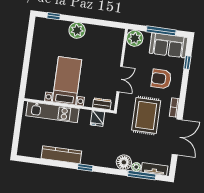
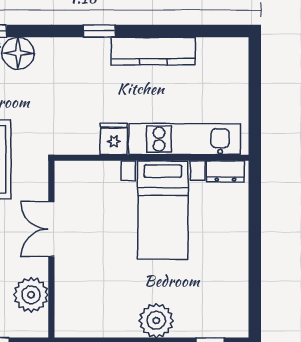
plant: (135, 38) -> (31, 295), moved
dresser: (102, 104) -> (225, 171), moved
fridge: (98, 118) -> (114, 139), moved

